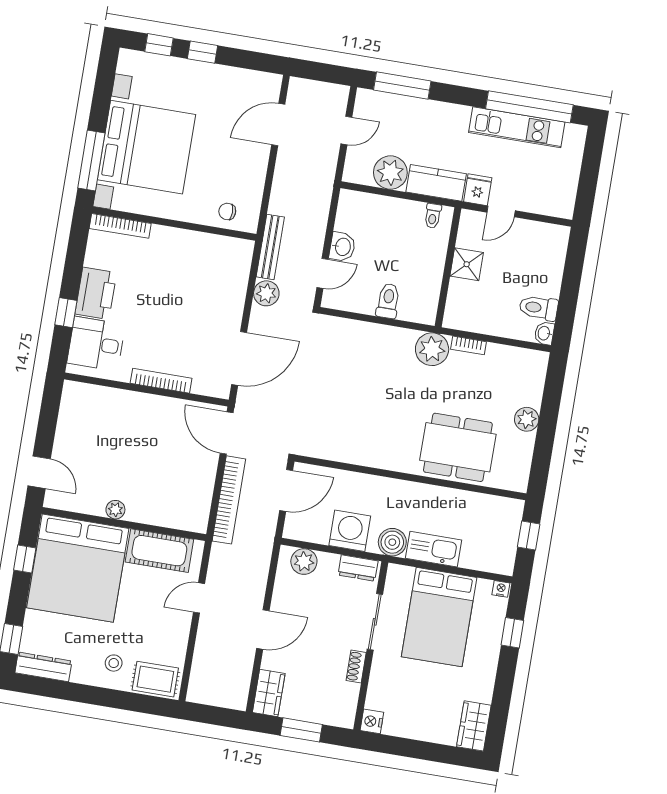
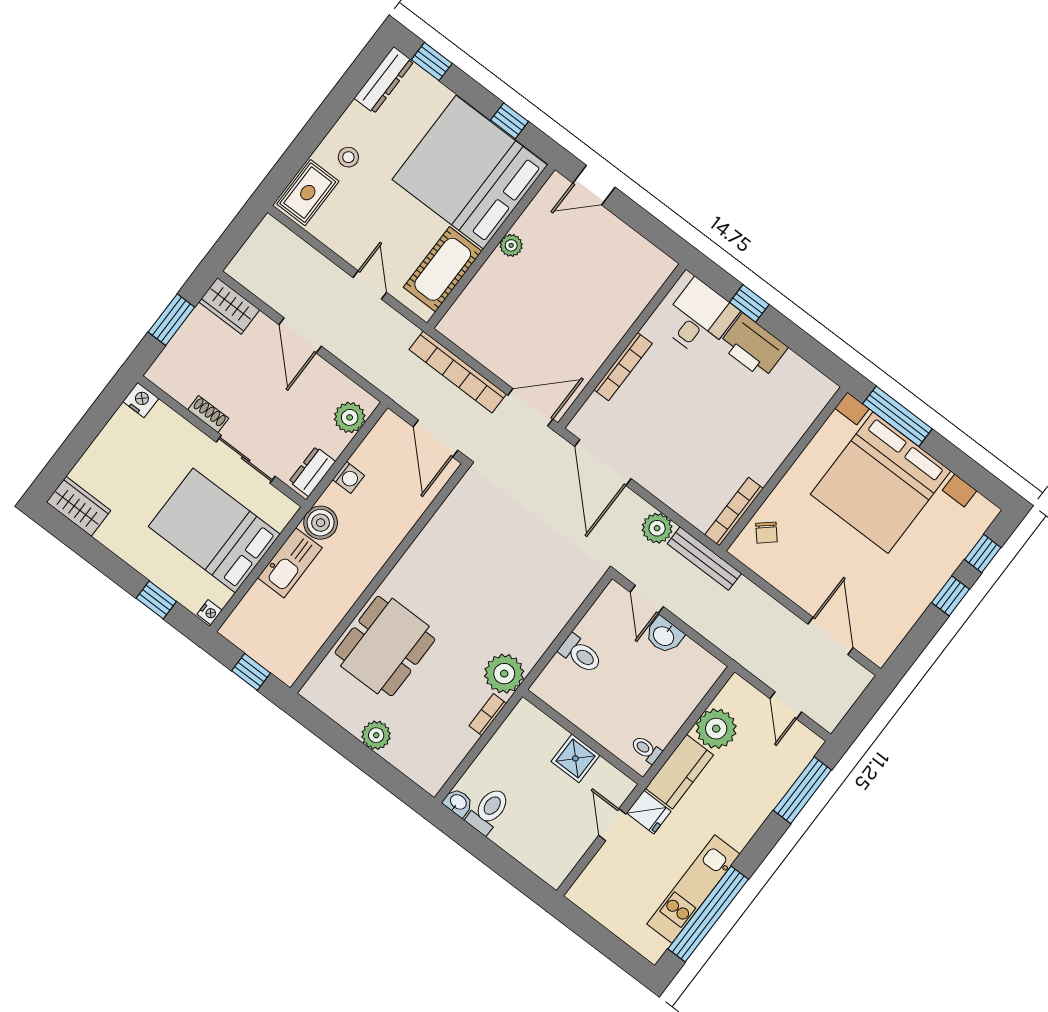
chair: (227, 211) -> (766, 533), turned 139
bookcase: (120, 226) -> (734, 512), moved
washing machine: (350, 531) -> (348, 477), width x0.53, depth x0.53

